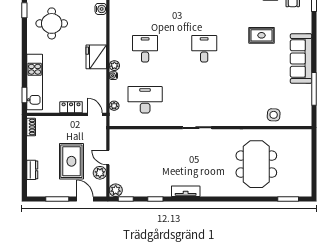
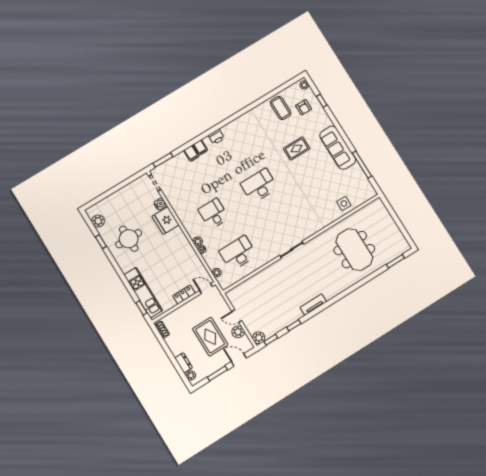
desk: (204, 49) -> (259, 186), width x1.37
fridge: (96, 57) -> (165, 221), moved
plant: (32, 186) -> (191, 375), added

